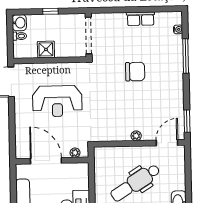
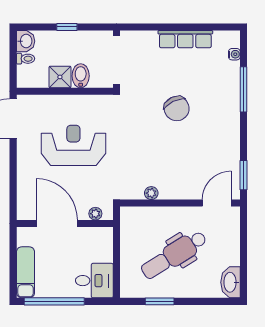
row of seats: (141, 19) -> (185, 39), width x1.48
bidet: (62, 48) -> (81, 76), added
chair: (135, 72) -> (177, 109), turned 64
reception desk: (57, 101) -> (73, 145), turned 180
plant: (136, 136) -> (151, 193), moved

